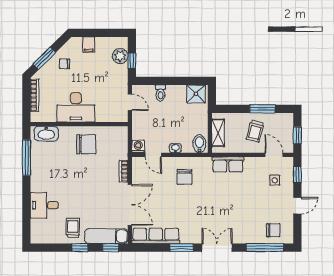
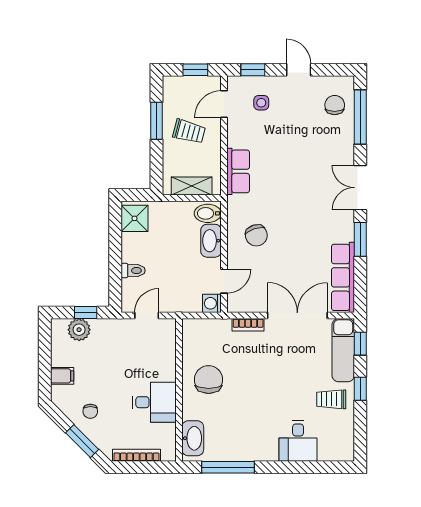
desk: (76, 107) -> (154, 402), width x0.73
washbasin: (175, 148) -> (211, 241), width x1.91, depth x1.45
chair: (184, 177) -> (256, 235), turned 72

